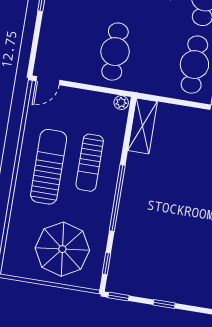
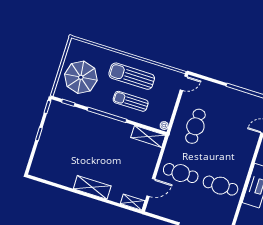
cafe table: (115, 52) -> (195, 126), turned 90
door: (48, 81) -> (184, 83), swing flipped
sun lounger: (49, 167) -> (132, 76), turned 180

